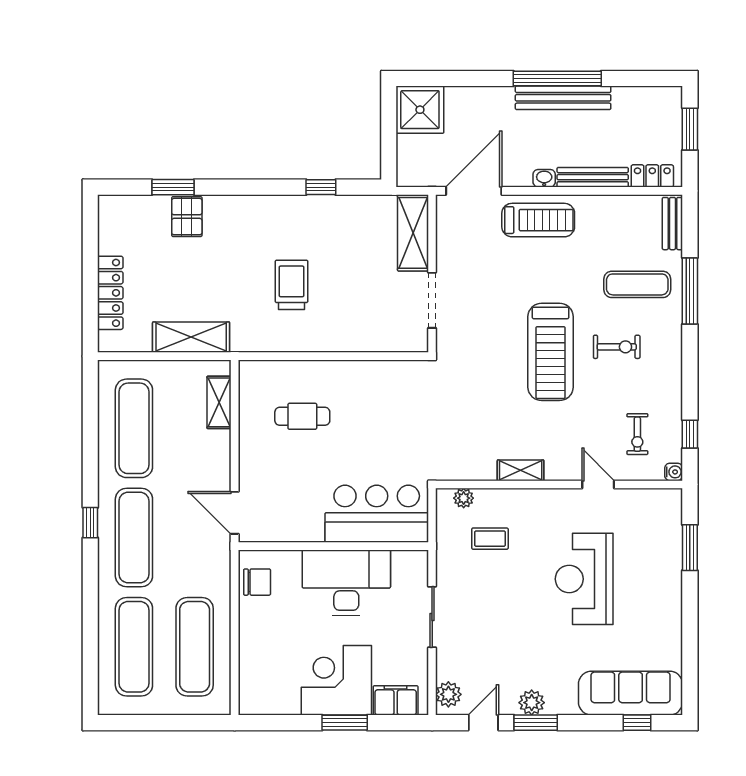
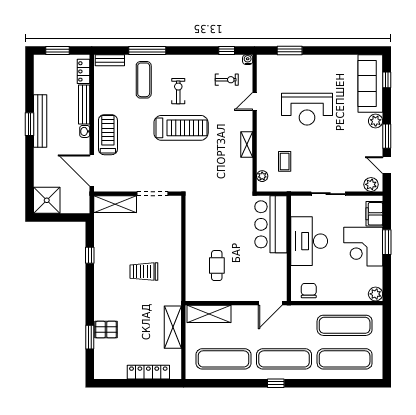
window: (557, 79) -> (29, 124), width x0.47
shelving: (219, 402) -> (209, 314), width x1.50, depth x1.33
plant: (251, 703) -> (376, 294), added
plant: (532, 703) -> (376, 121), moved

